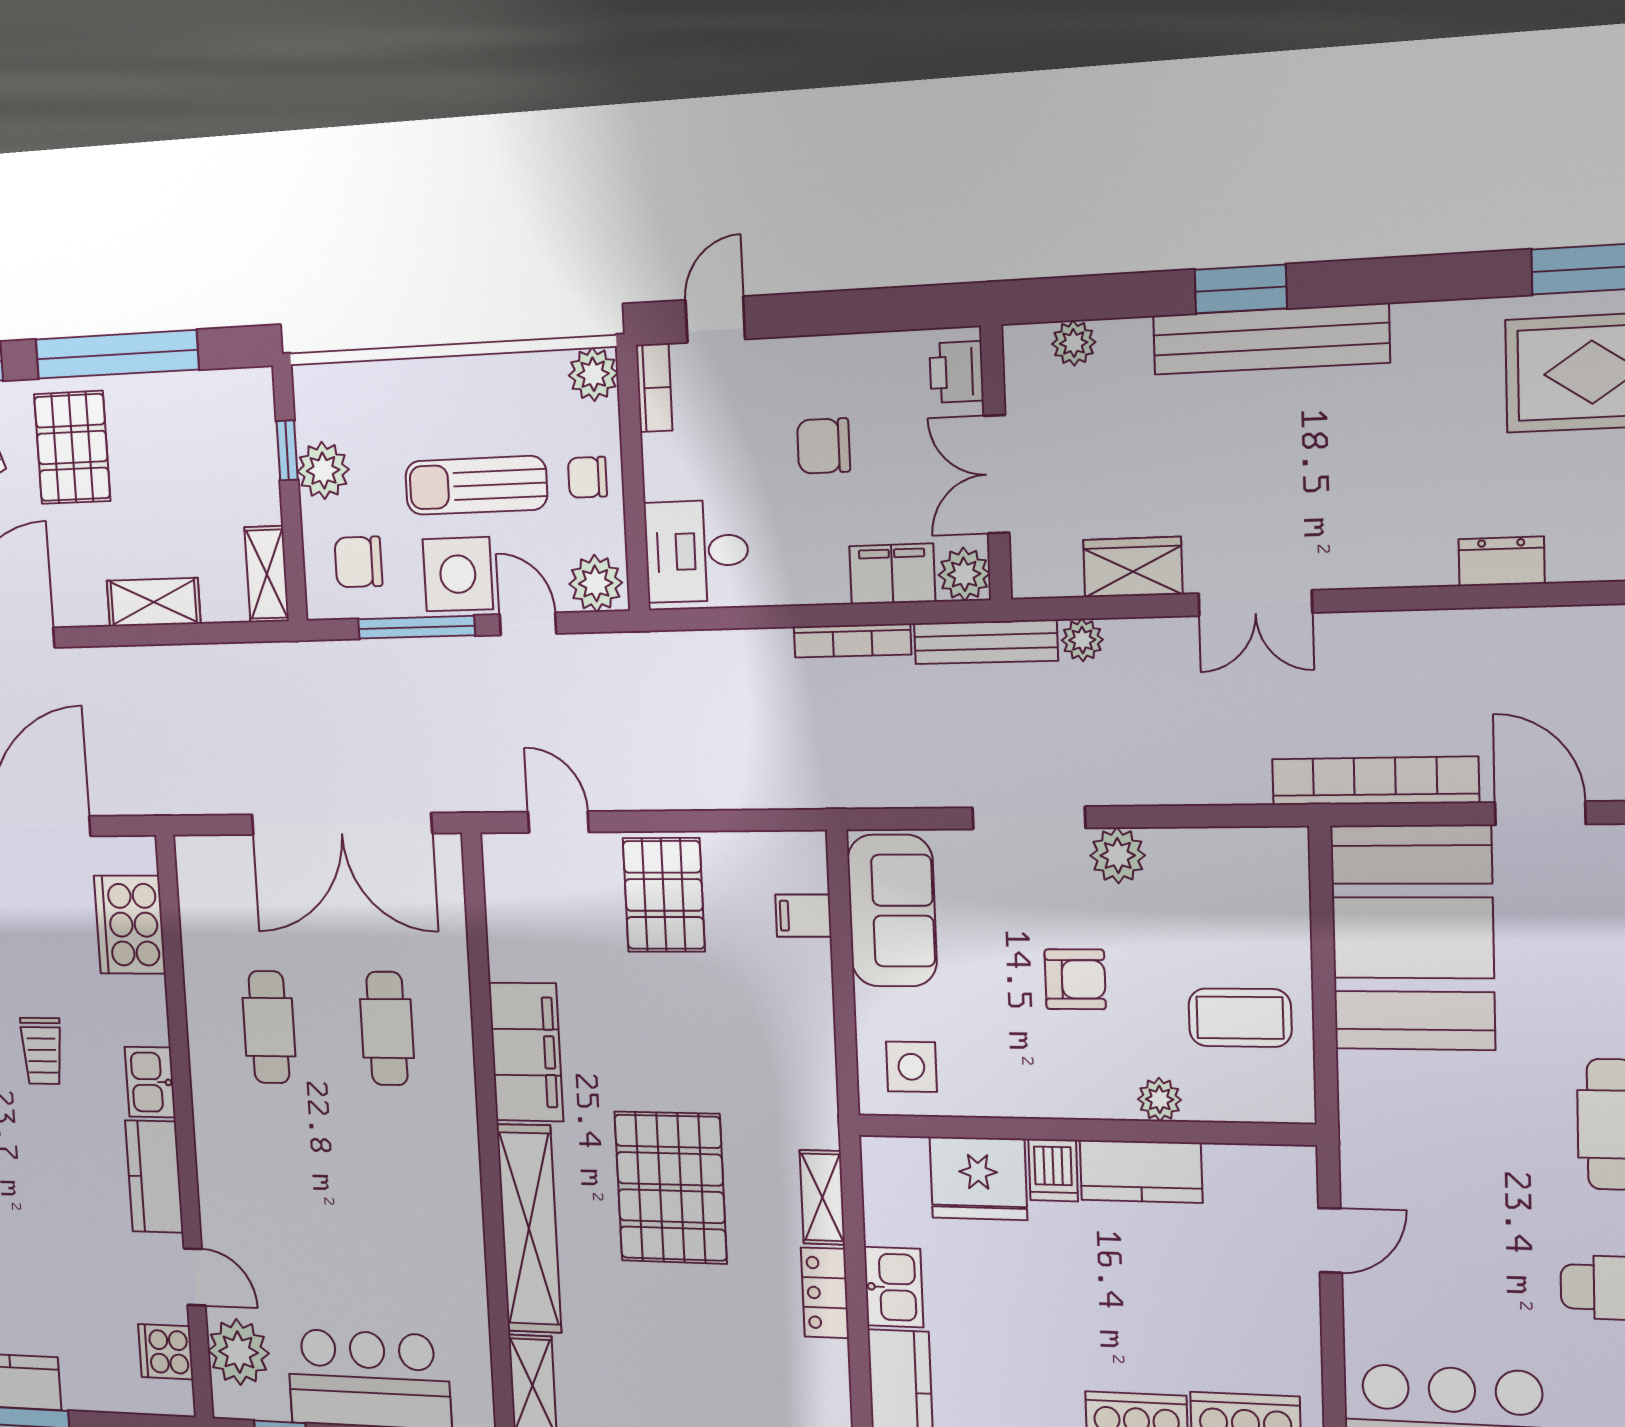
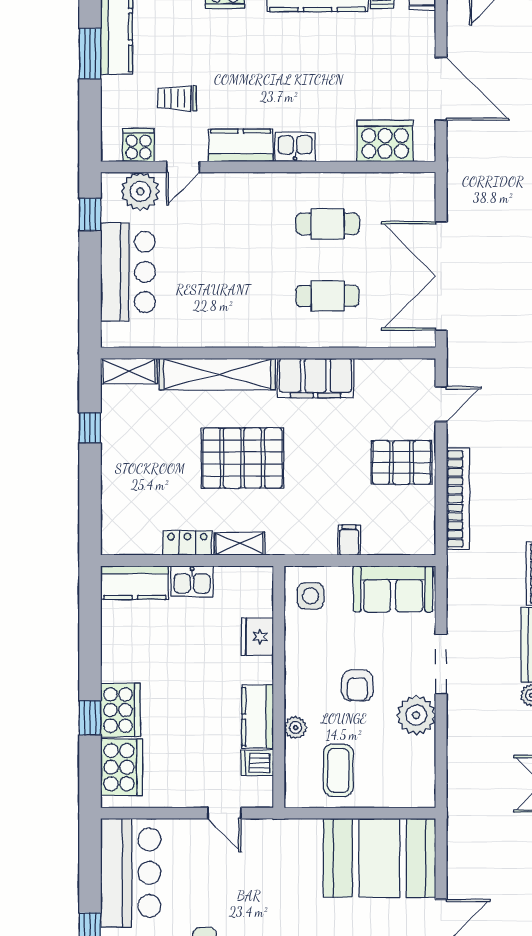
bookcase: (1375, 781) -> (458, 499), moved
plant: (1118, 855) -> (416, 715), width x1.36, depth x1.36
filing cabinet: (803, 916) -> (349, 540), moved
trolley: (42, 1051) -> (177, 98), moved
dishwasher: (1053, 1170) -> (257, 763), moved
fridge: (978, 1178) -> (257, 637), width x0.73, depth x0.75

